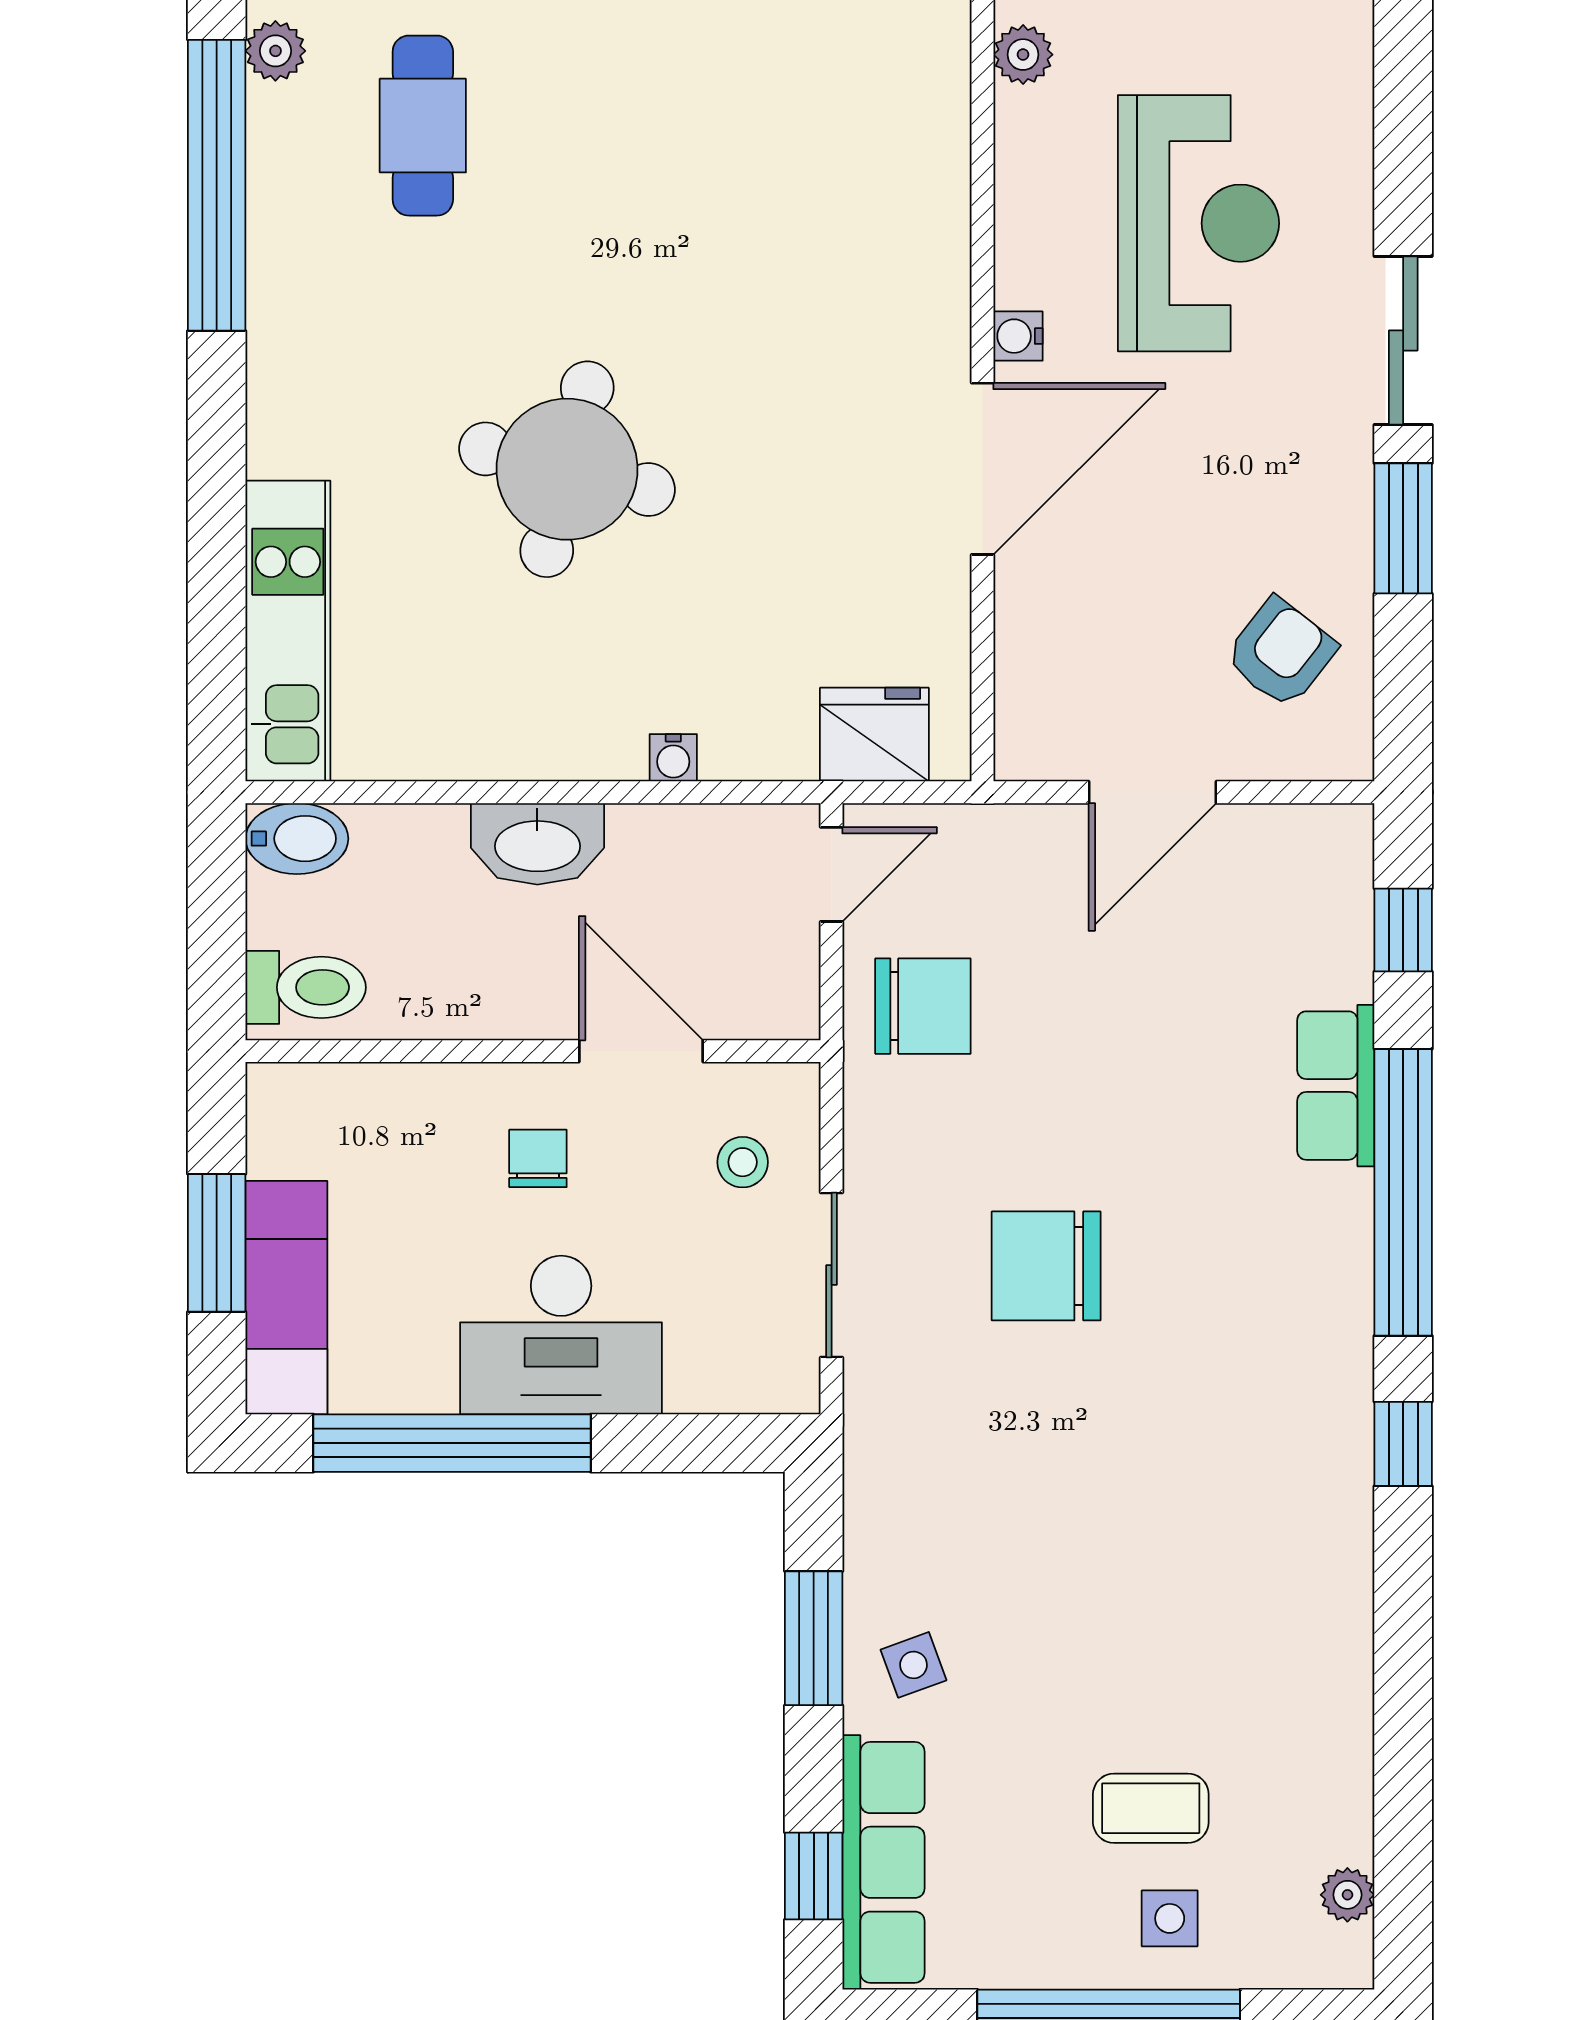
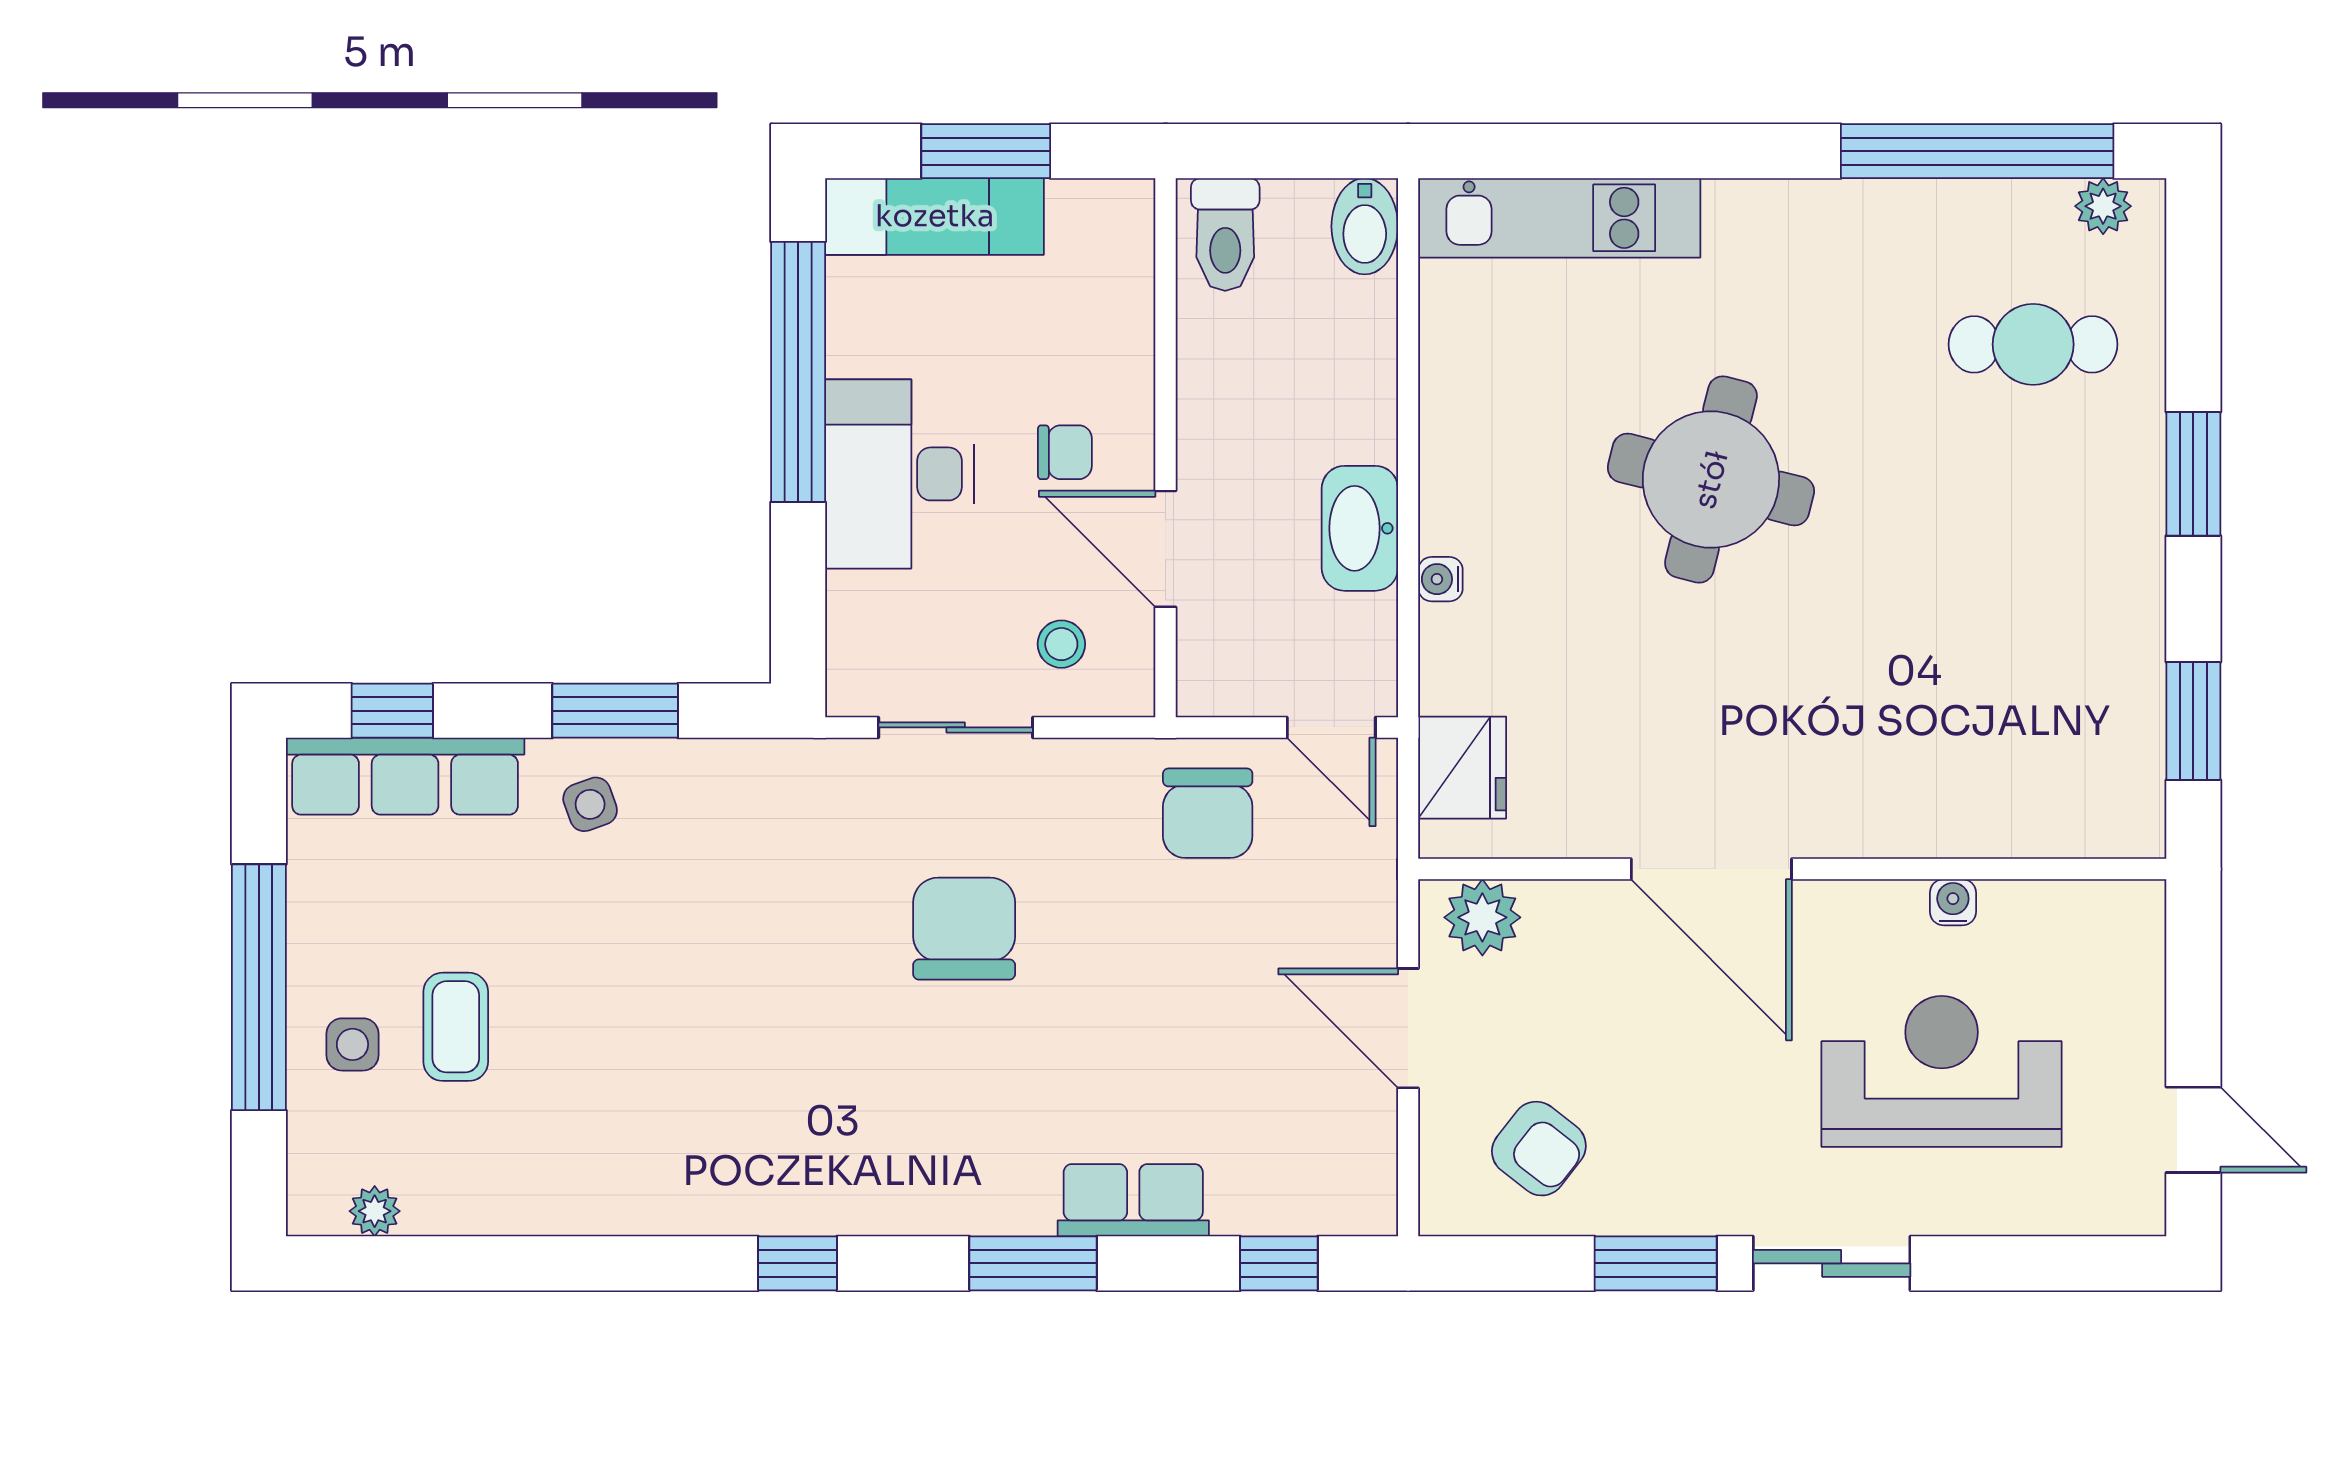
plant: (1023, 55) -> (1482, 917), moved, width x1.38, depth x1.38
reception desk: (1198, 223) -> (1942, 1071), turned 180
water cooler: (1018, 336) -> (1953, 902), moved
washbasin: (537, 844) -> (1360, 528), moved
door: (641, 1051) -> (1165, 549), swing flipped
window: (1403, 1192) -> (1033, 1263), width x0.47

